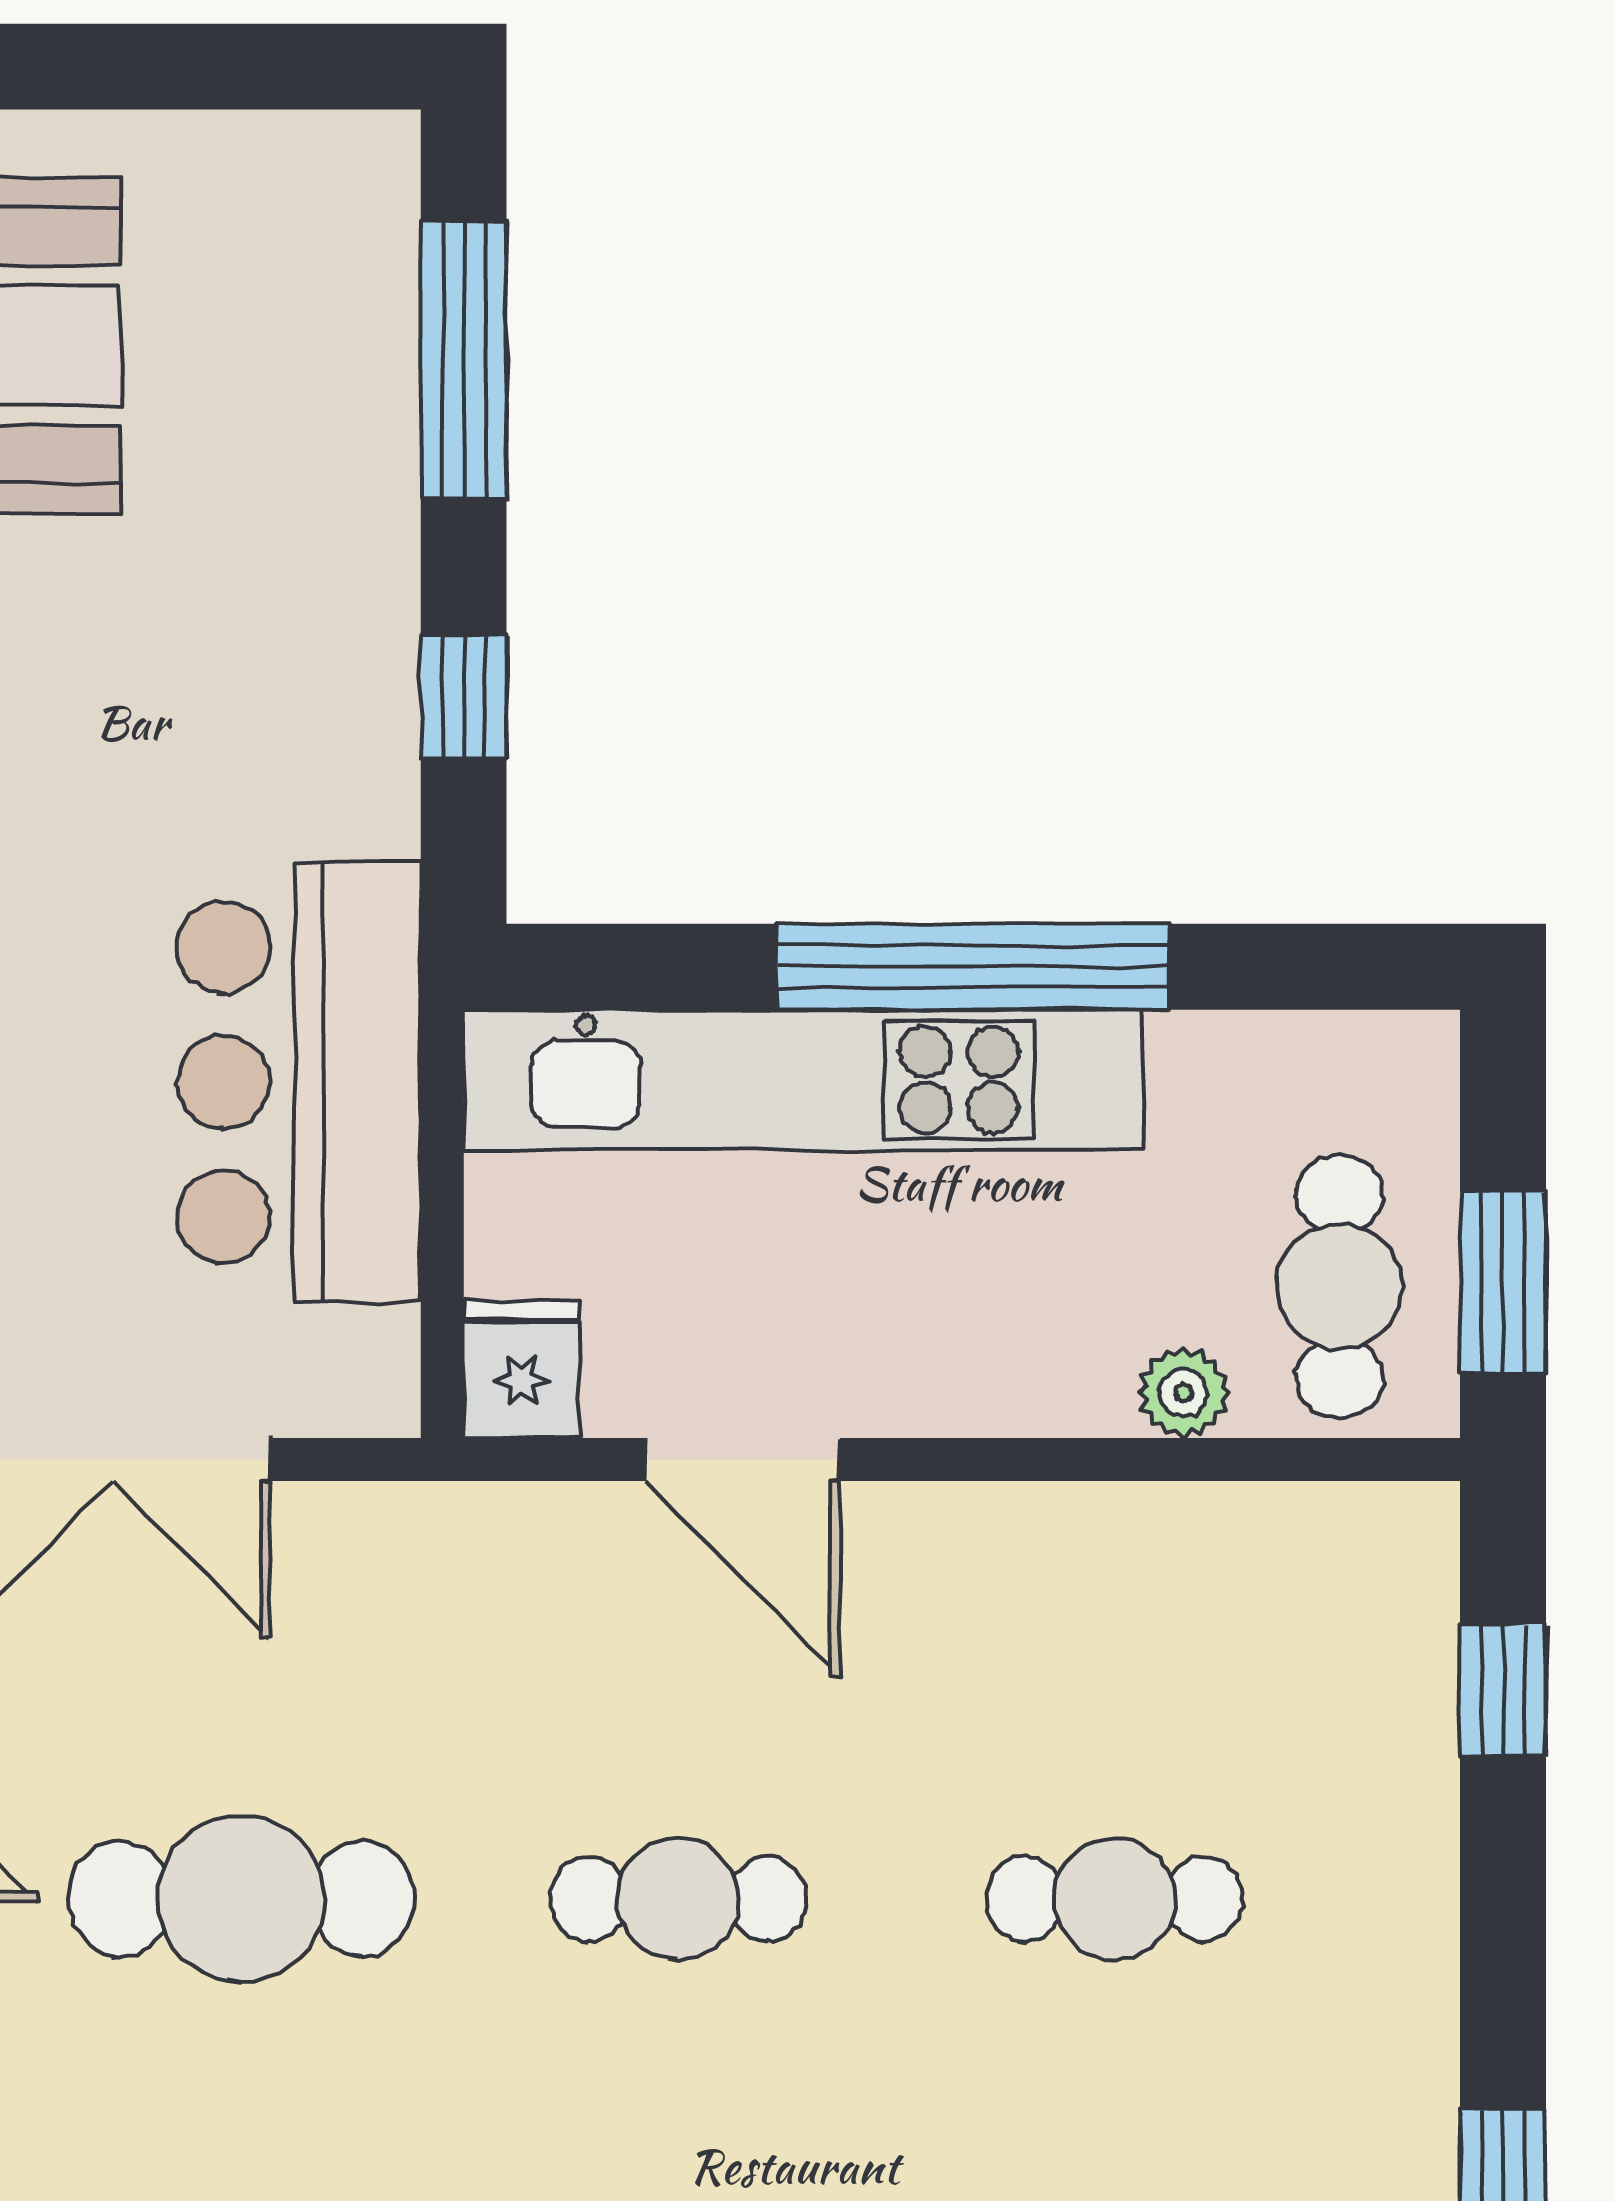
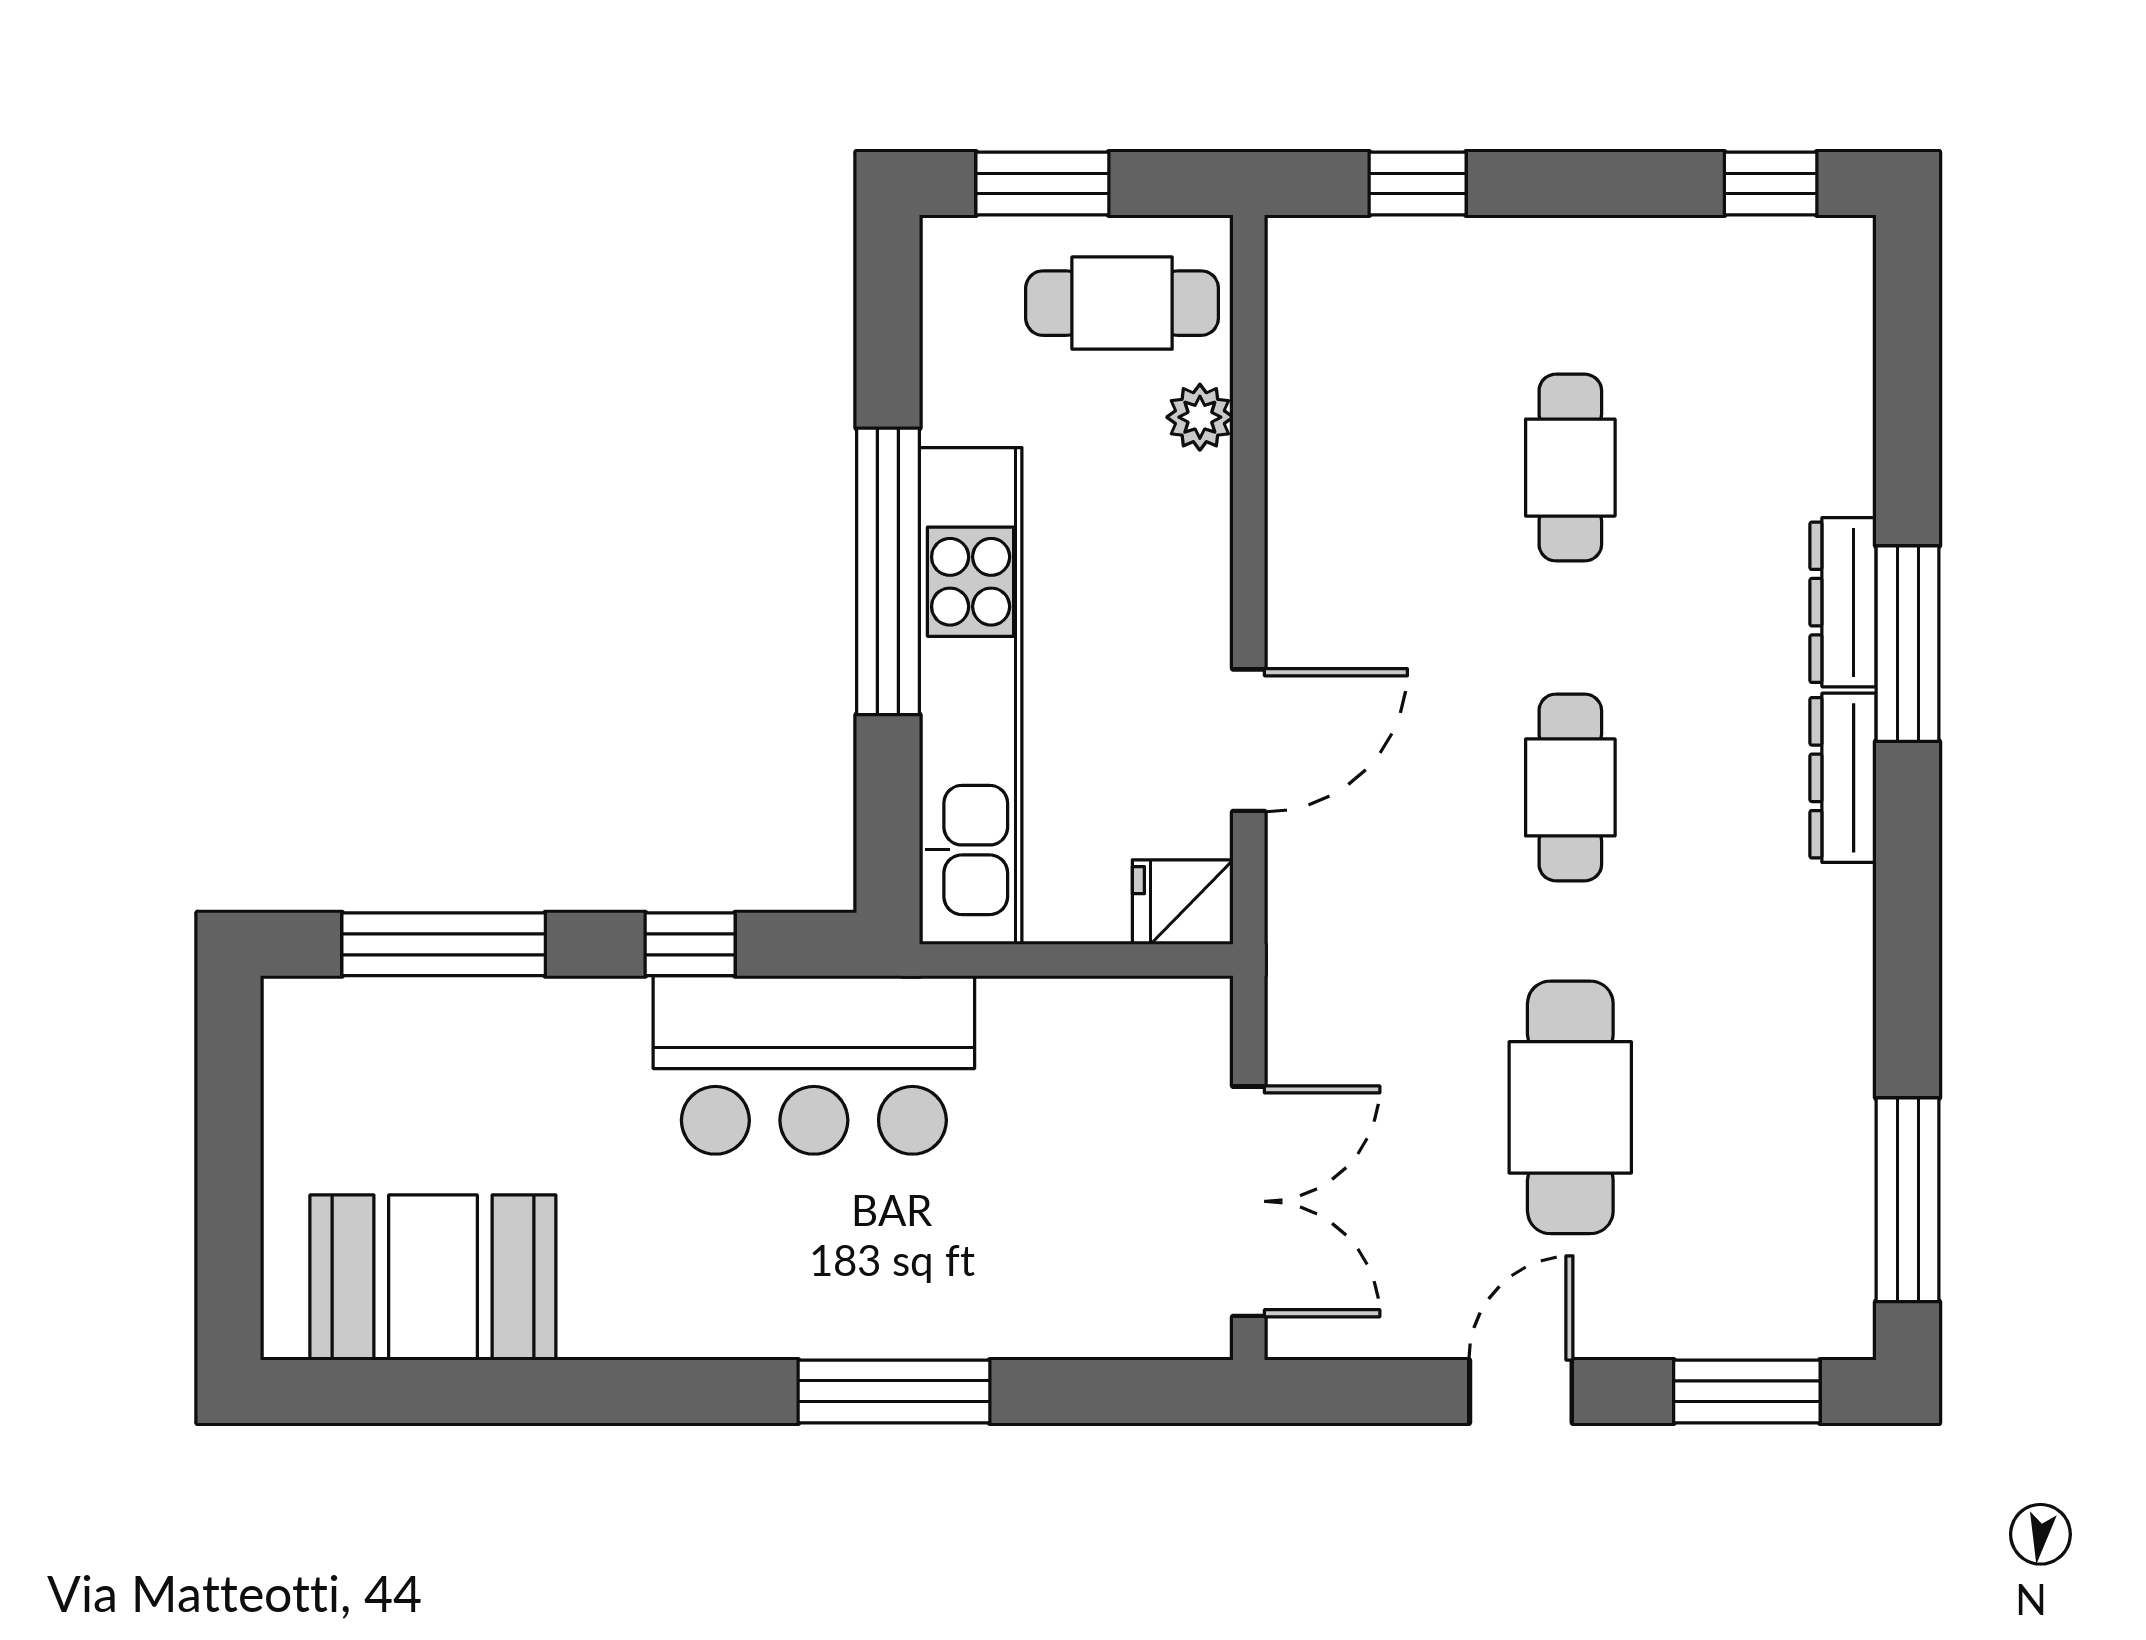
bar counter: (299, 1082) -> (814, 1065), moved
window: (1503, 1282) -> (1042, 183), moved

